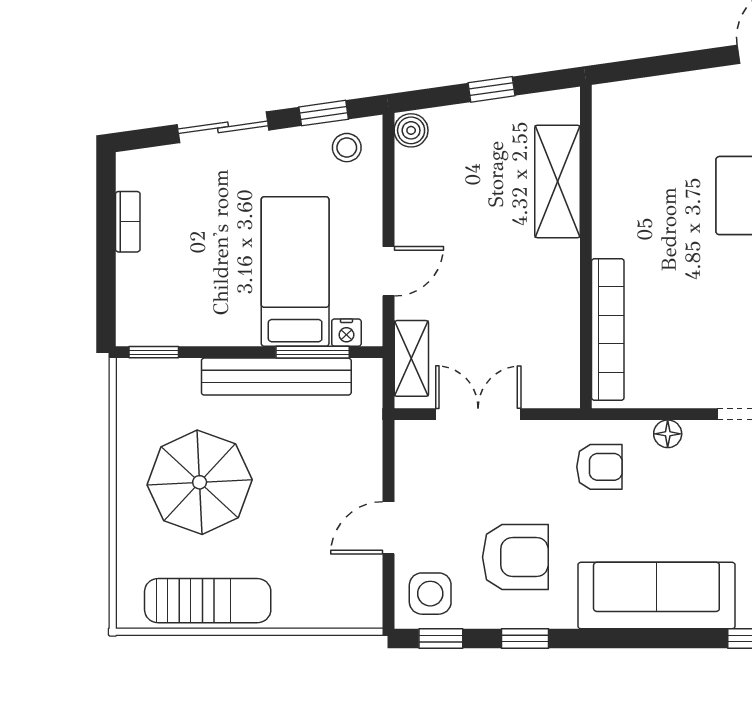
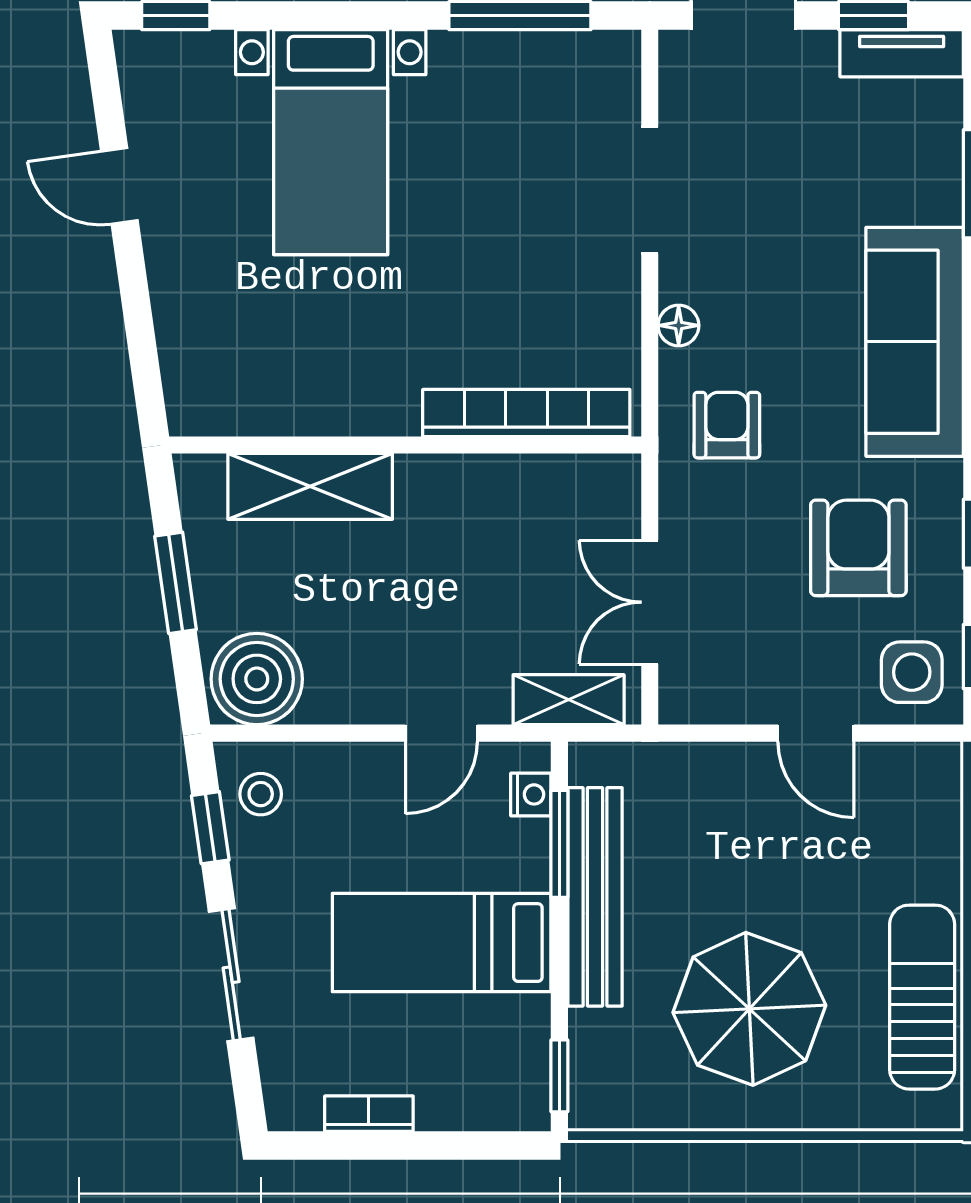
window: (491, 89) -> (176, 583), width x1.50
boiler: (411, 130) -> (257, 679), width x1.86, depth x1.86
bed: (295, 271) -> (442, 943), moved
door: (388, 271) -> (441, 733), swing flipped

